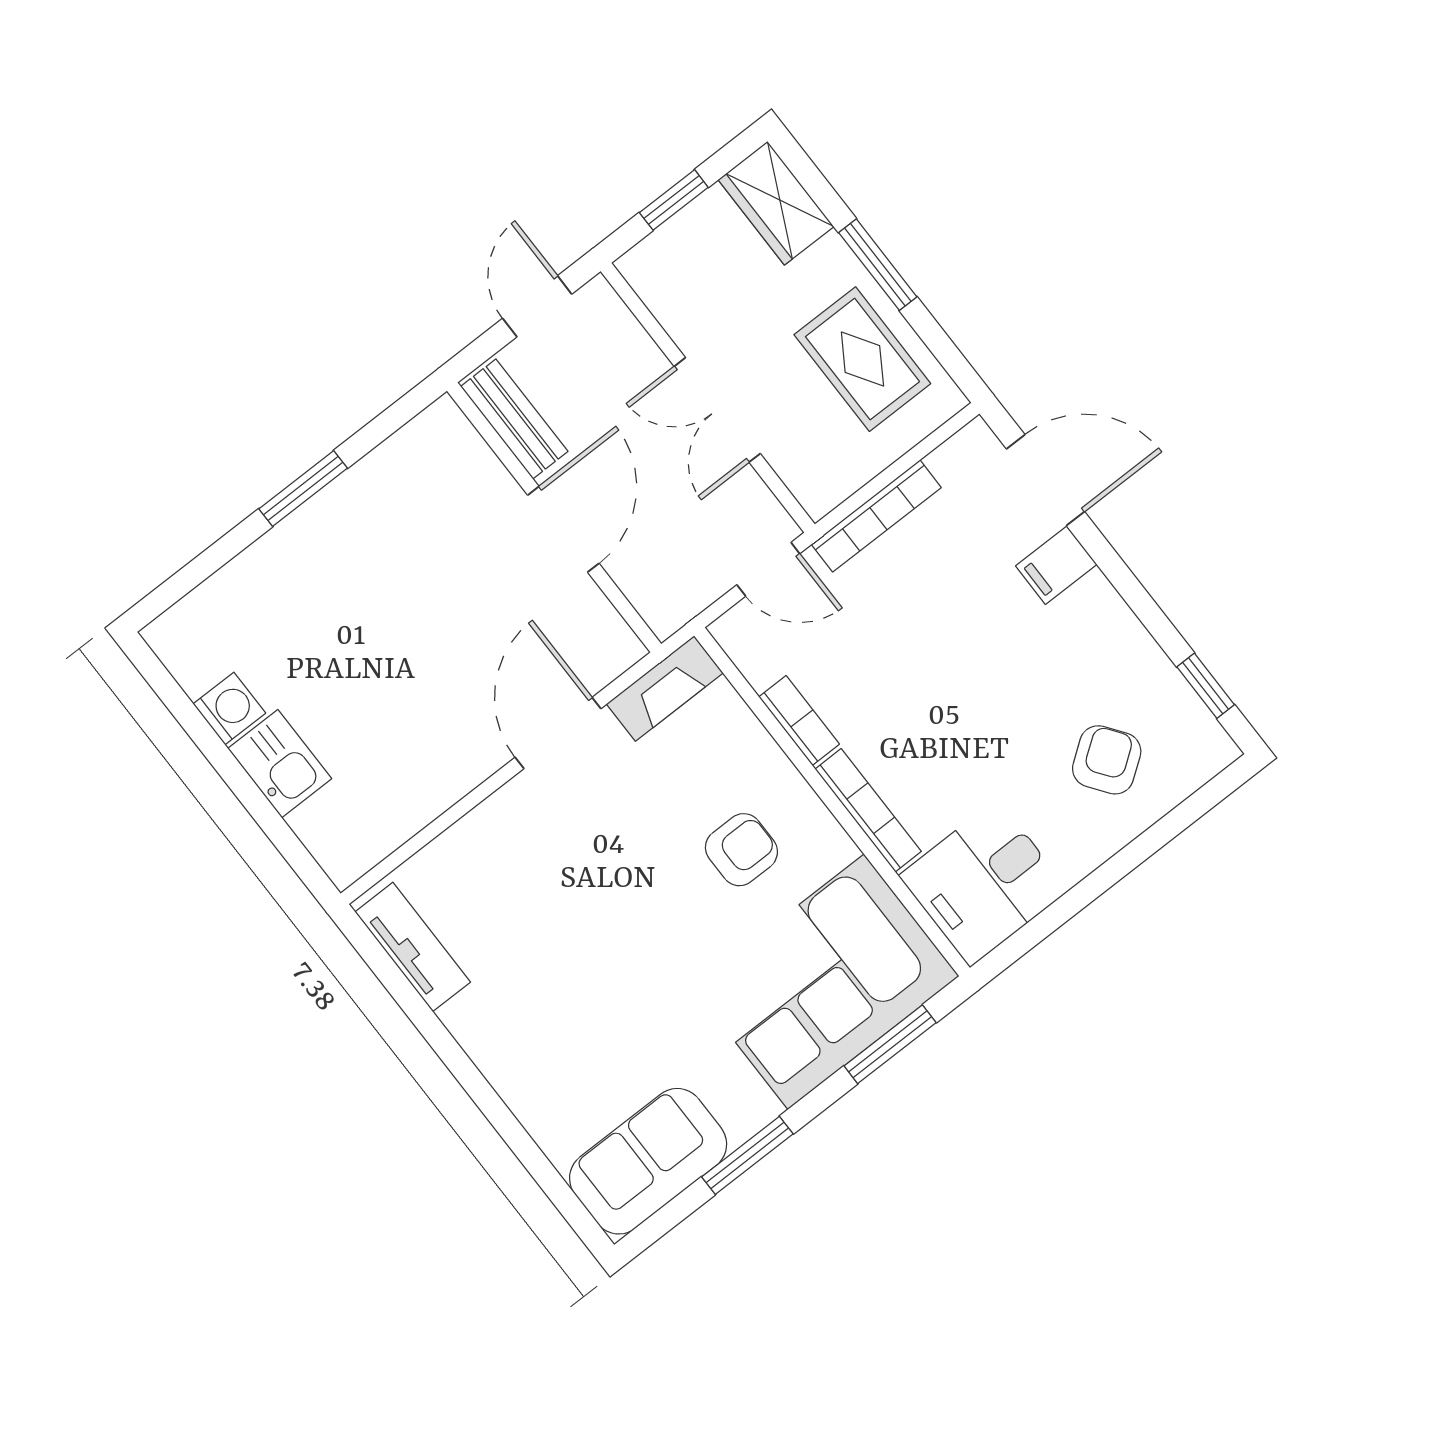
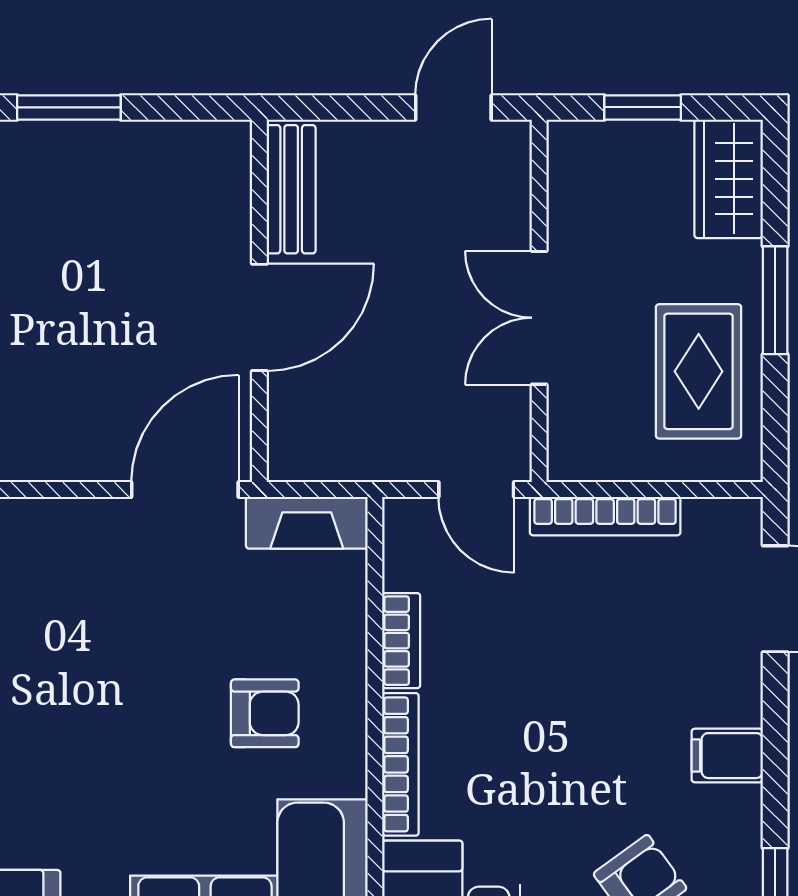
bench: (514, 419) -> (291, 189), moved
window: (303, 488) -> (69, 107), moved
wall: (554, 517) -> (259, 301), moved
door: (563, 529) -> (259, 317), moved
filing cabinet: (1056, 565) -> (727, 756), moved

